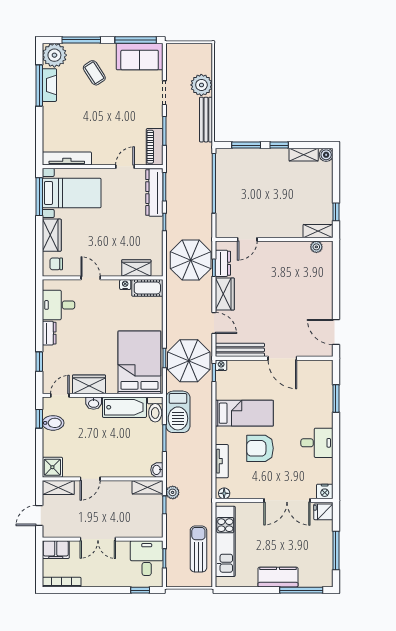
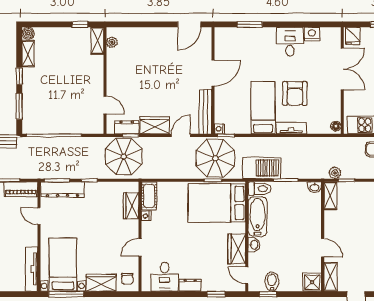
tv unit: (222, 461) -> (291, 128), moved
nightstand: (325, 491) -> (312, 34), moved, turned -90

